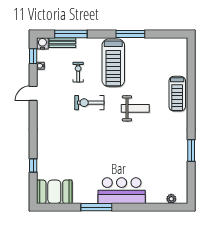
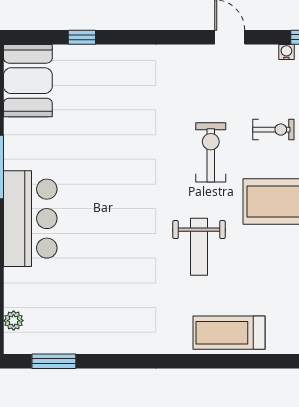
window: (191, 150) -> (54, 361), moved

